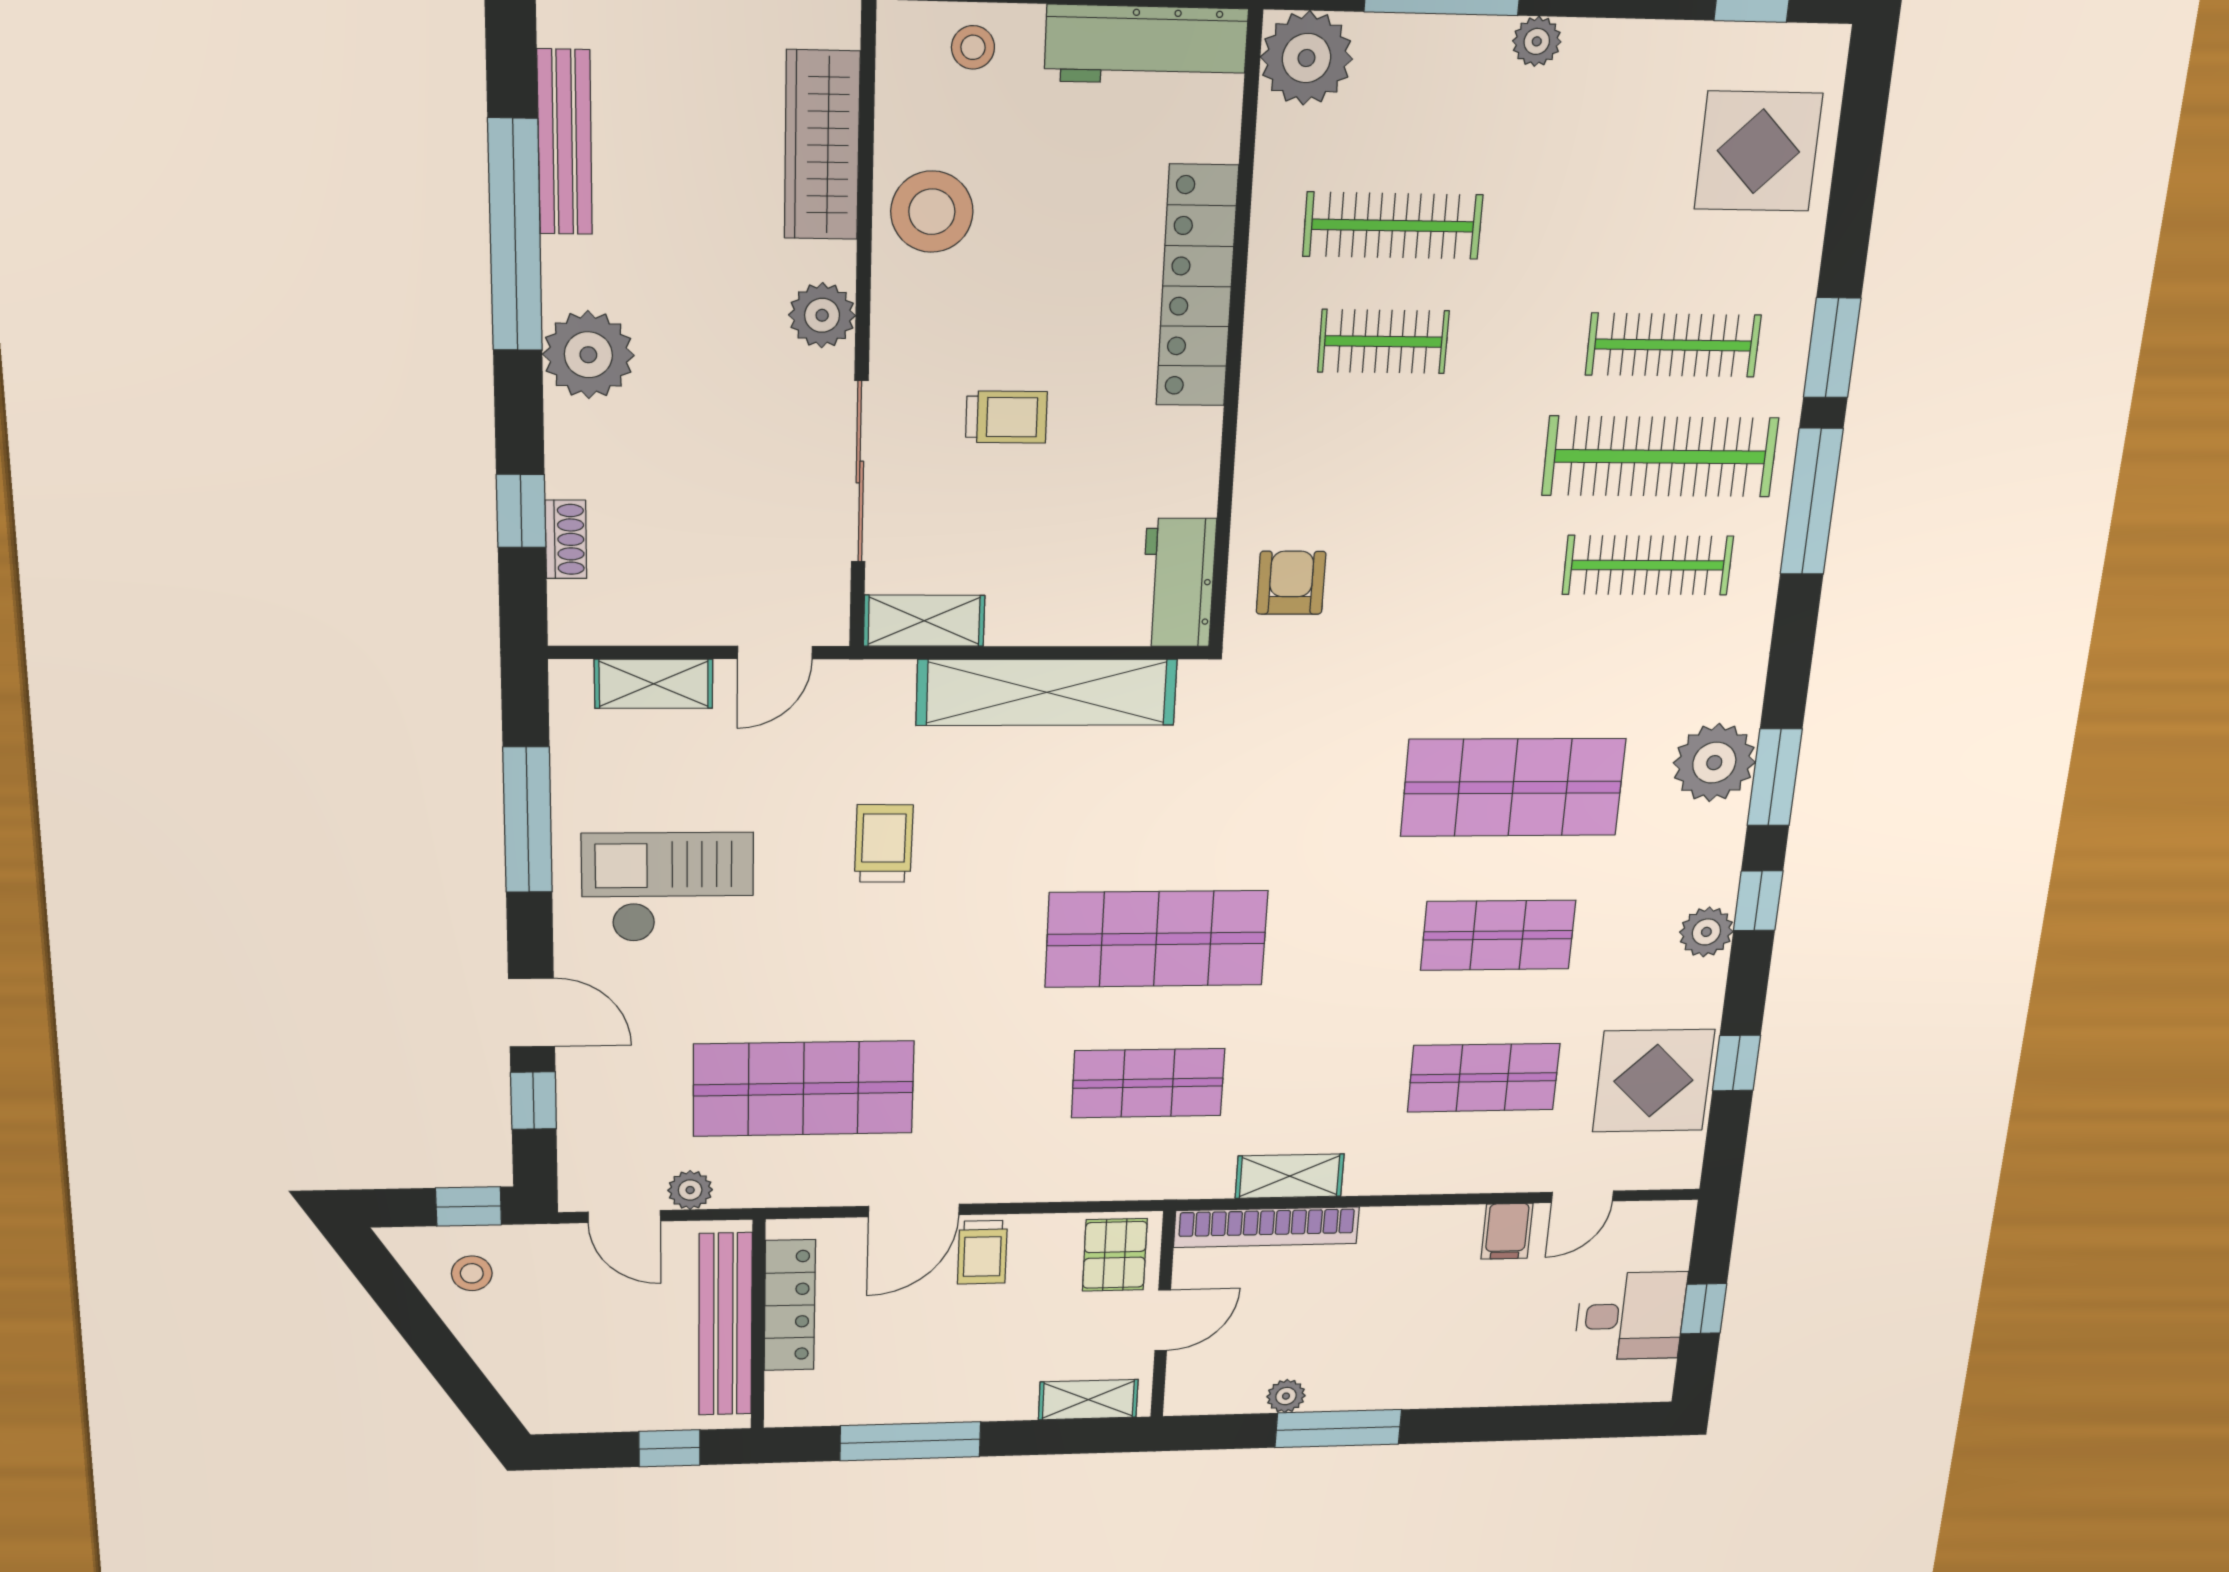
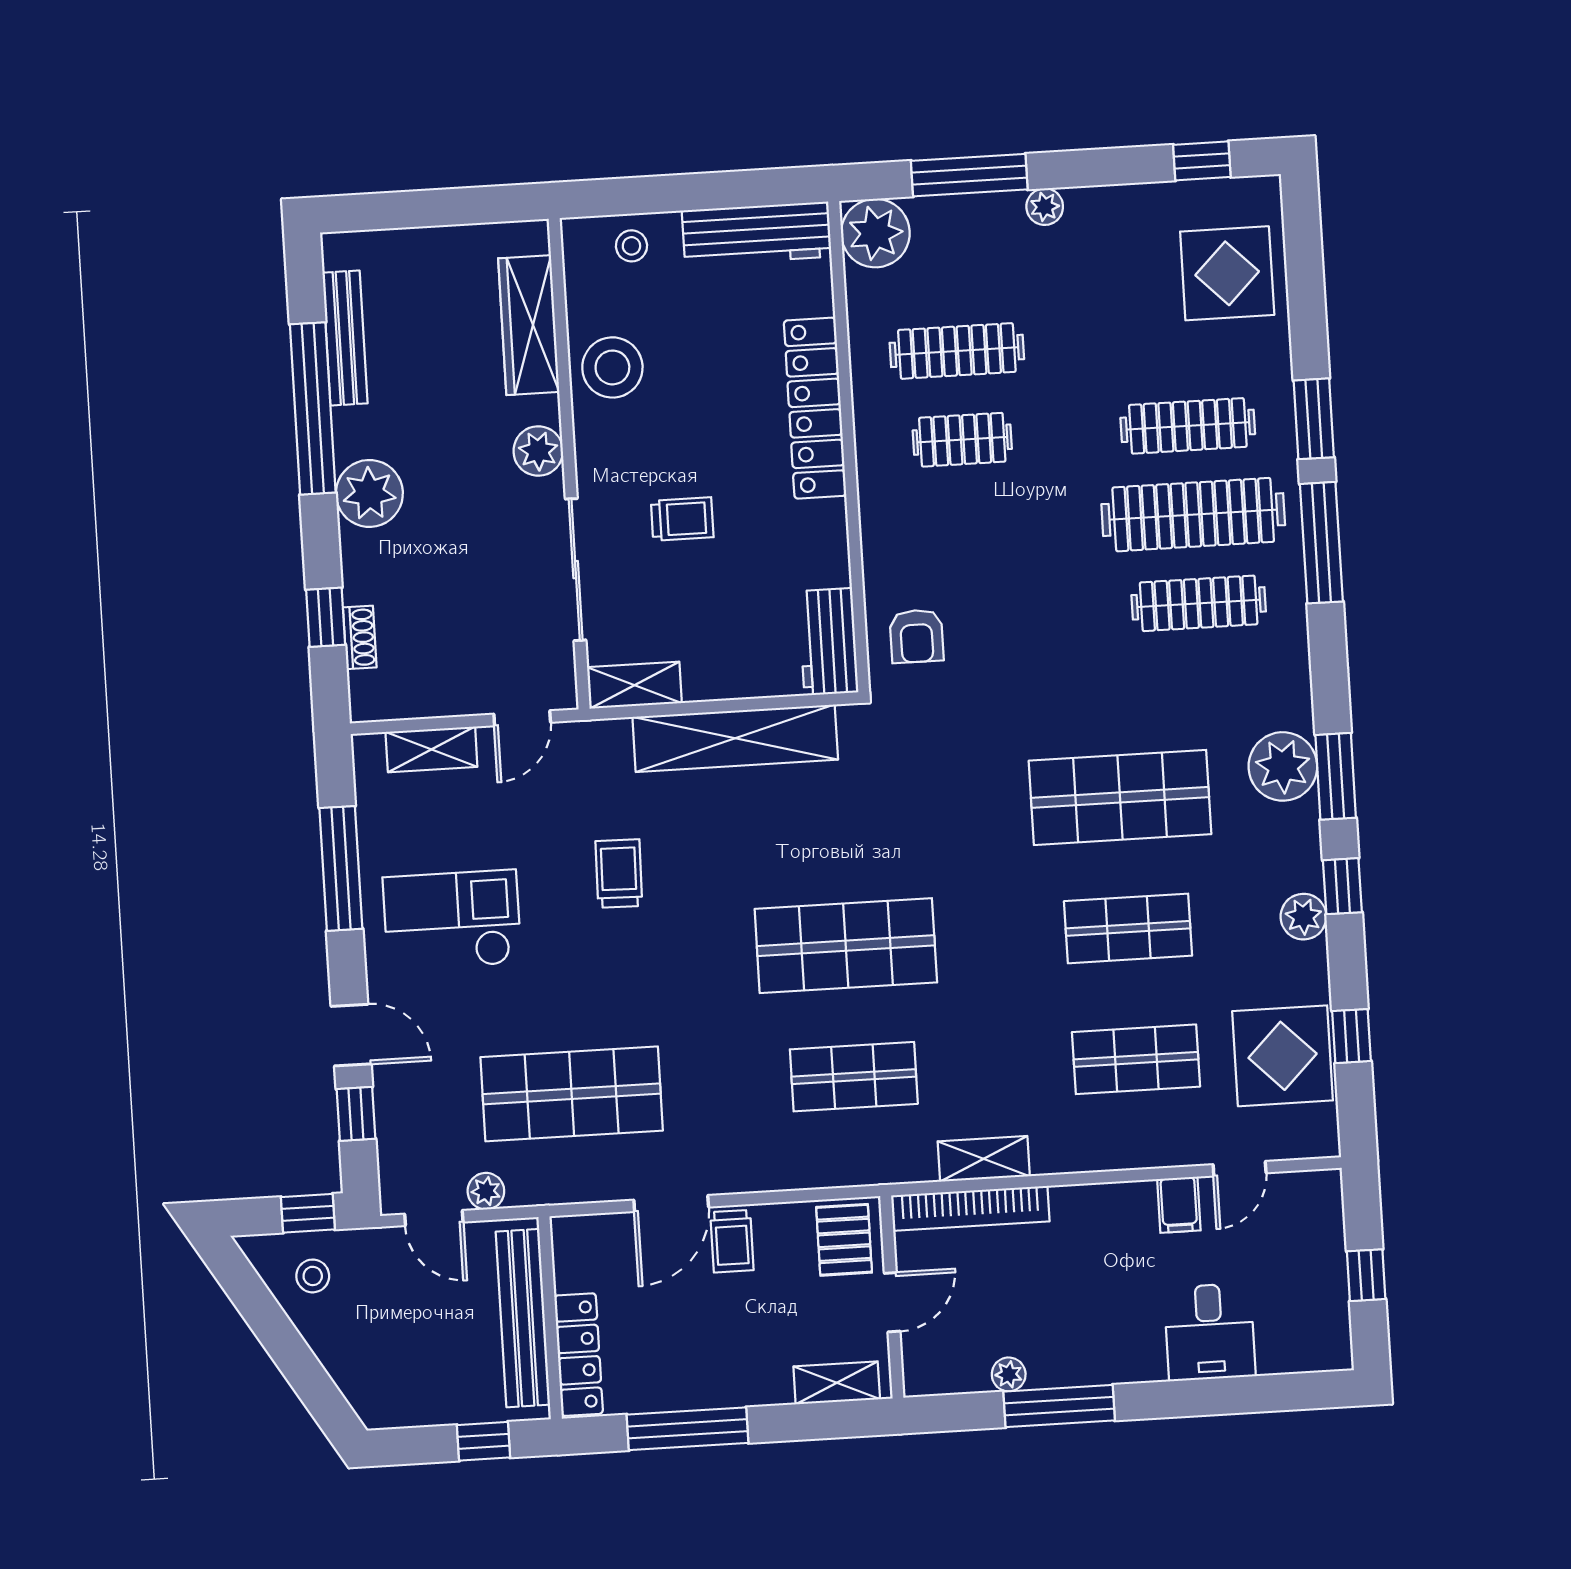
armchair: (1291, 583) -> (917, 636), turned 180
locker: (790, 1305) -> (579, 1355), moved
desk: (1630, 1316) -> (1210, 1332), moved, turned 90

